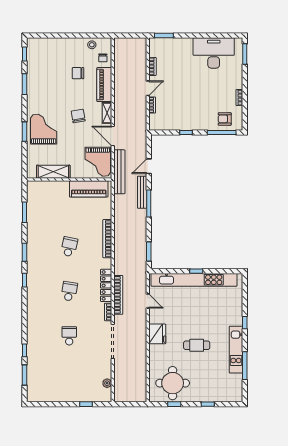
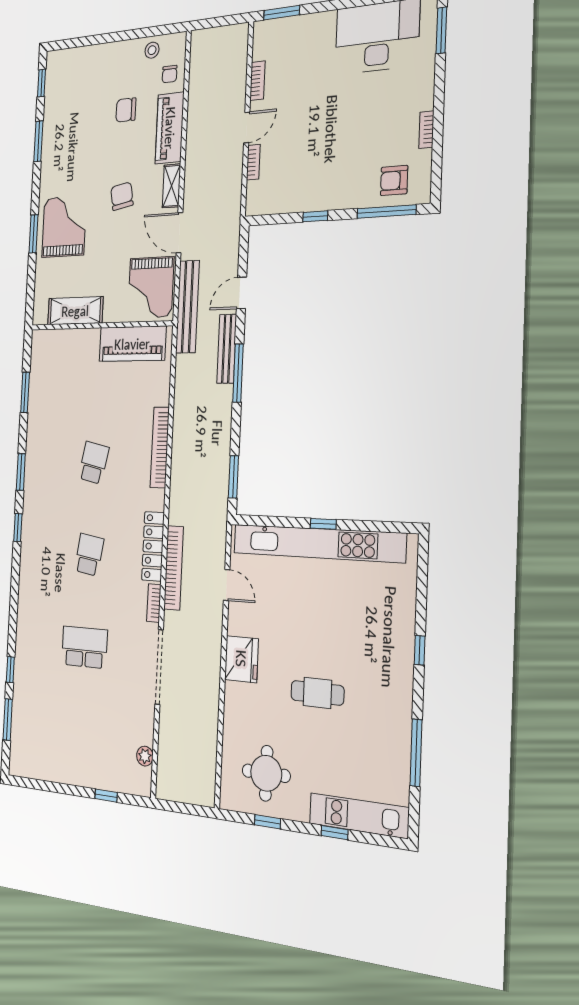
school desk: (69, 336) -> (84, 647), width x1.85
kitchen unit: (236, 350) -> (359, 816), moved, turned 90
round table: (173, 383) -> (266, 773), width x0.73, depth x0.73

